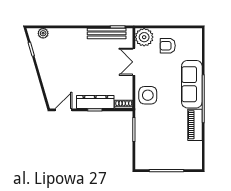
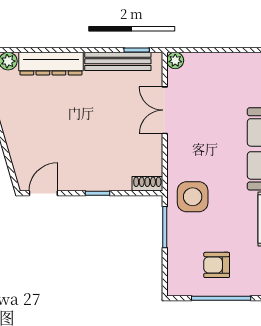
plant: (144, 37) -> (175, 60), width x0.53, depth x0.53
armchair: (168, 46) -> (217, 265), moved
side table: (148, 95) -> (193, 197), moved
dresser: (95, 102) -> (51, 64), moved, turned 180

